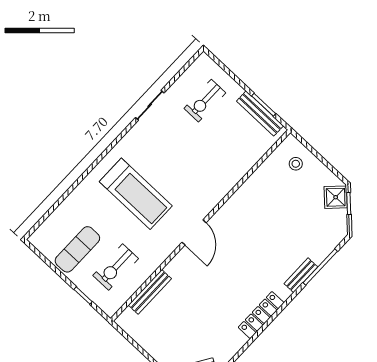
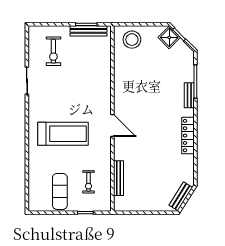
stool: (296, 164) -> (132, 40), width x1.89, depth x1.89
exercise bike: (116, 267) -> (88, 182), width x0.73, depth x0.72

